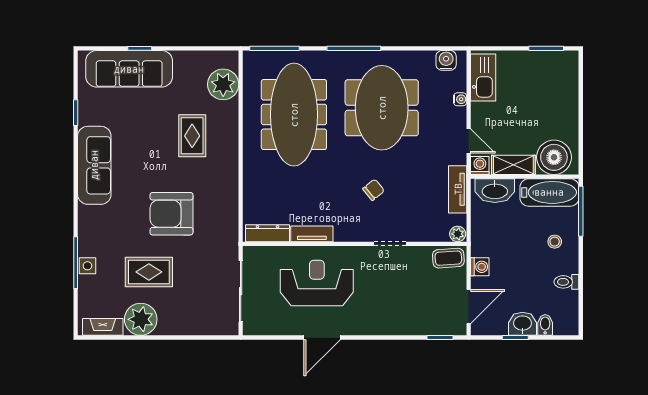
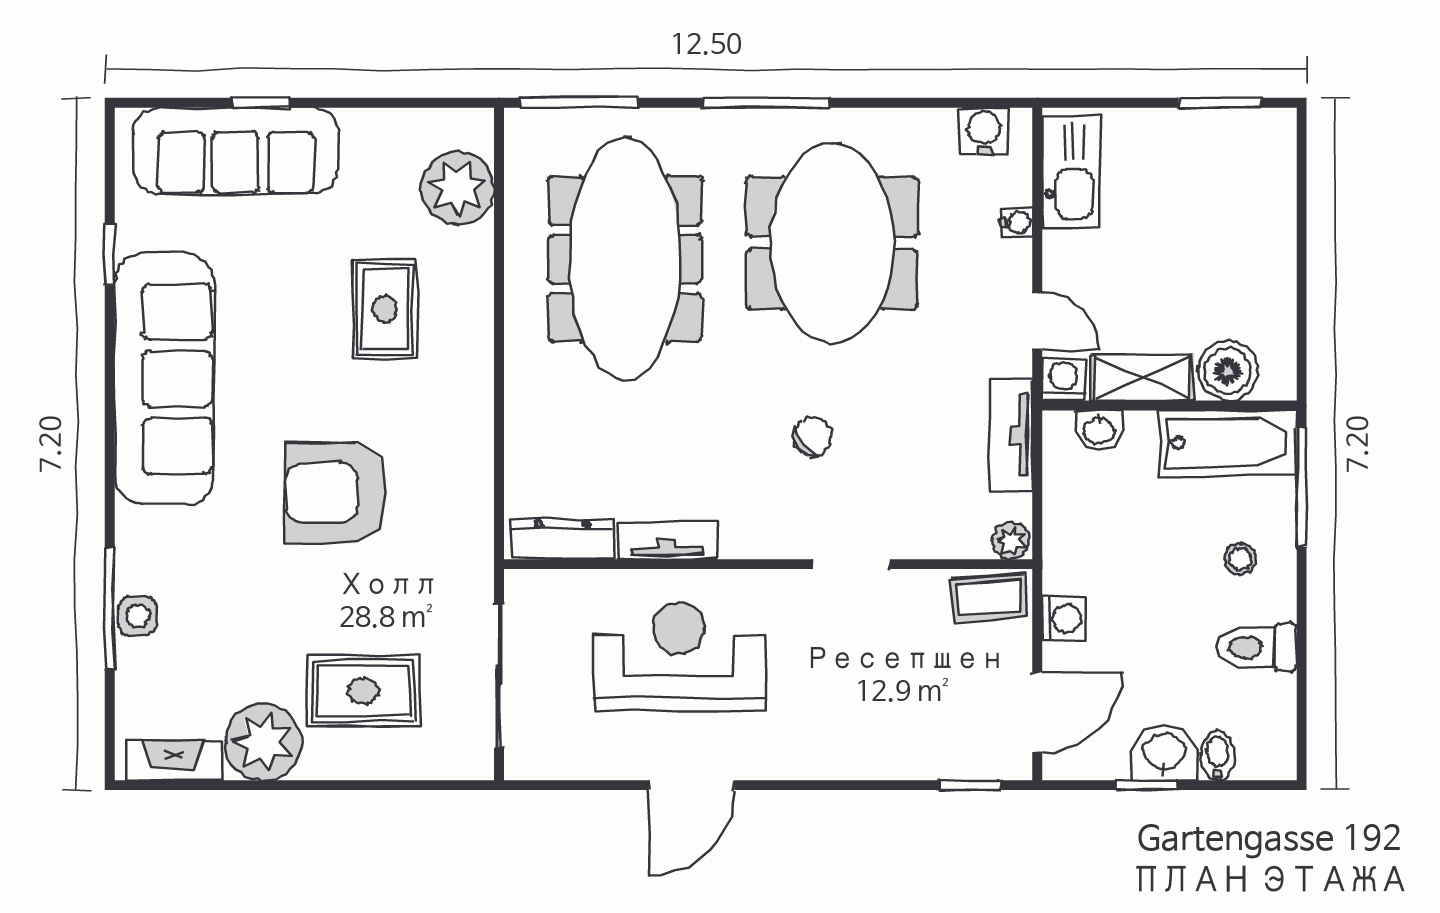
boiler: (554, 157) -> (1228, 371), width x0.73, depth x0.73
sofa: (94, 165) -> (164, 379), width x1.36, depth x1.27
washbasin: (495, 191) -> (1099, 430), width x0.52, depth x0.69
rug: (149, 272) -> (363, 691), moved
toilet: (566, 282) -> (1257, 647), width x1.37, depth x1.39

